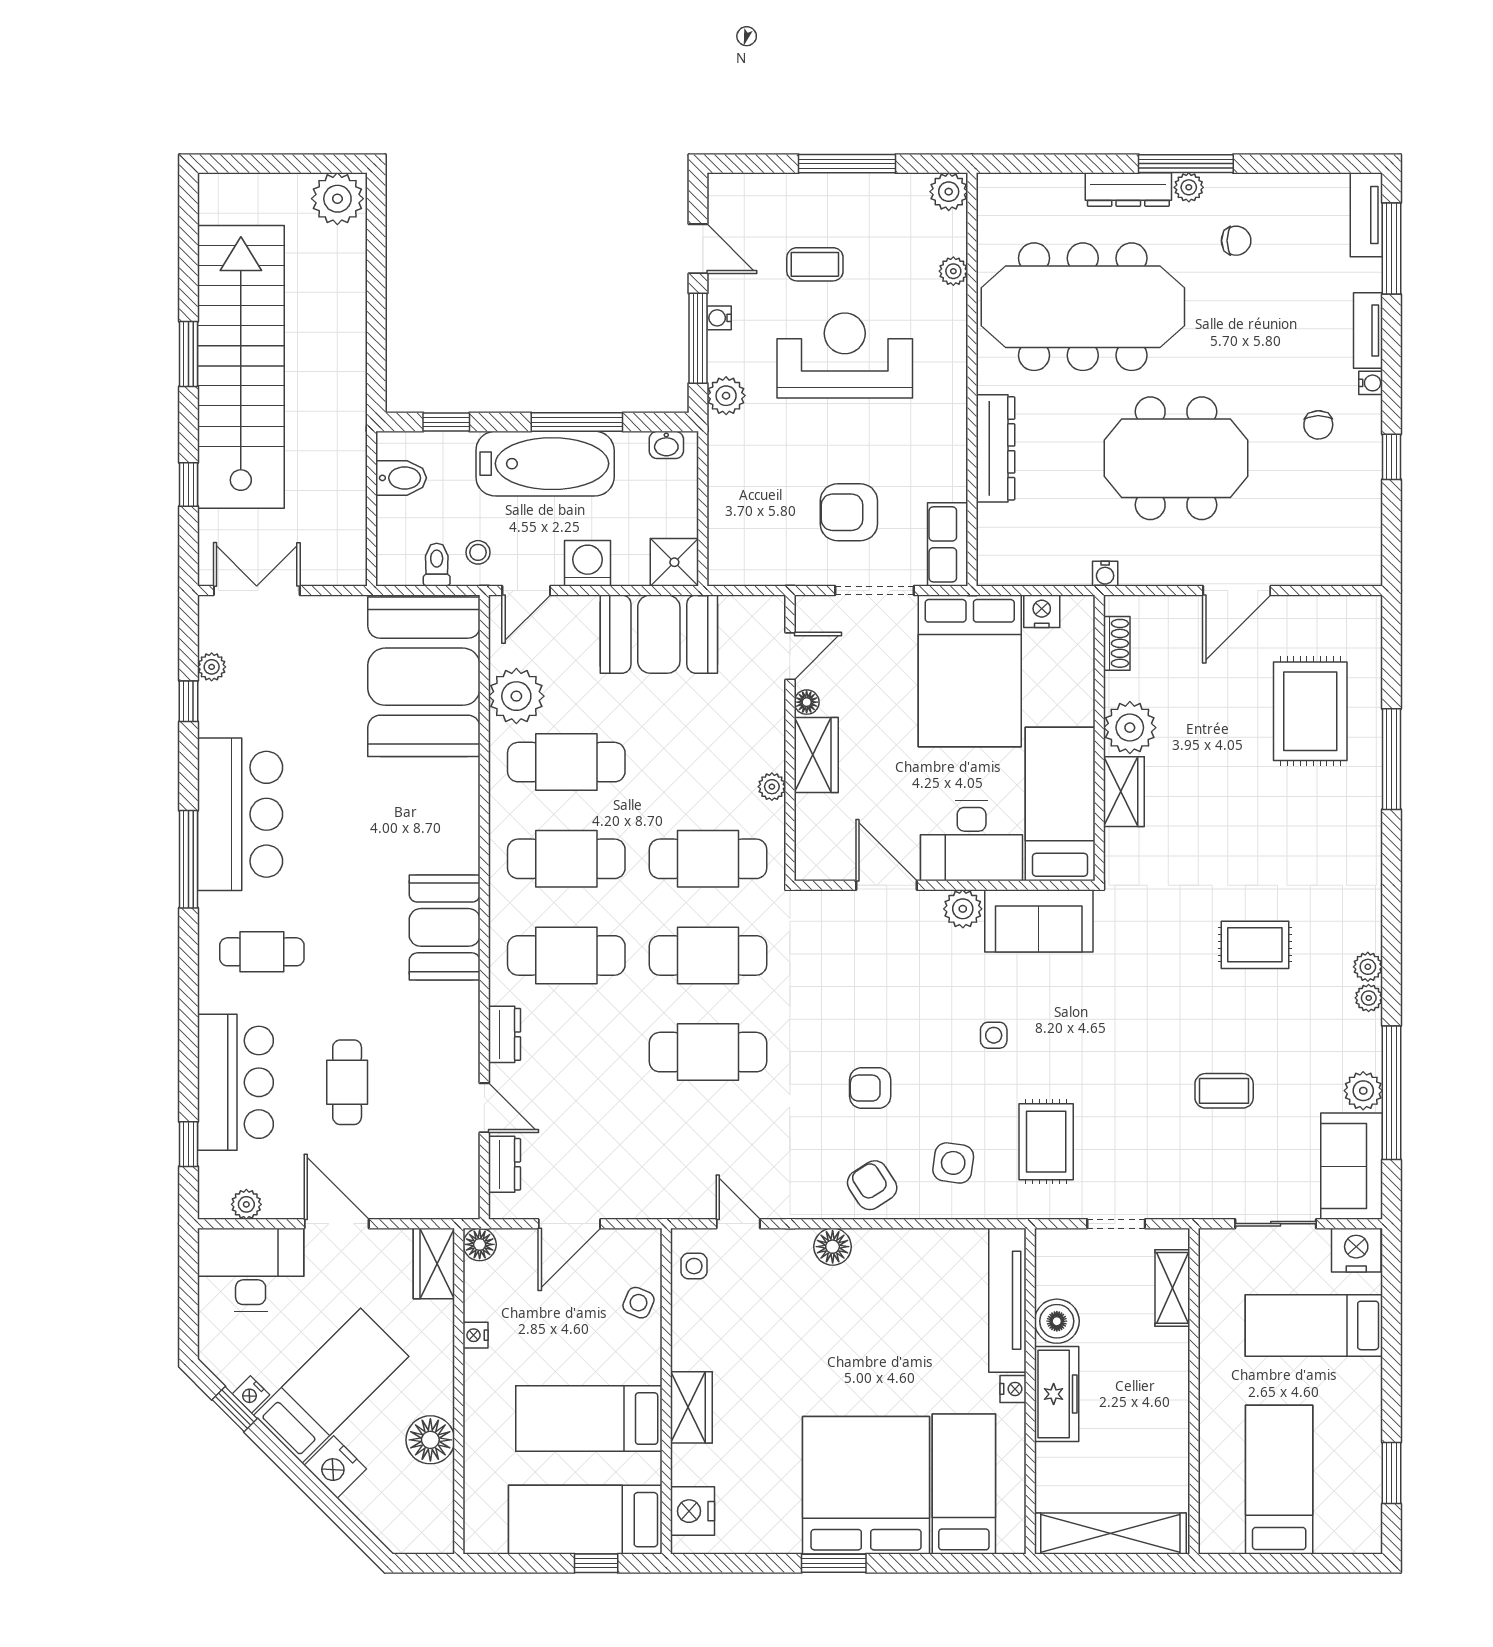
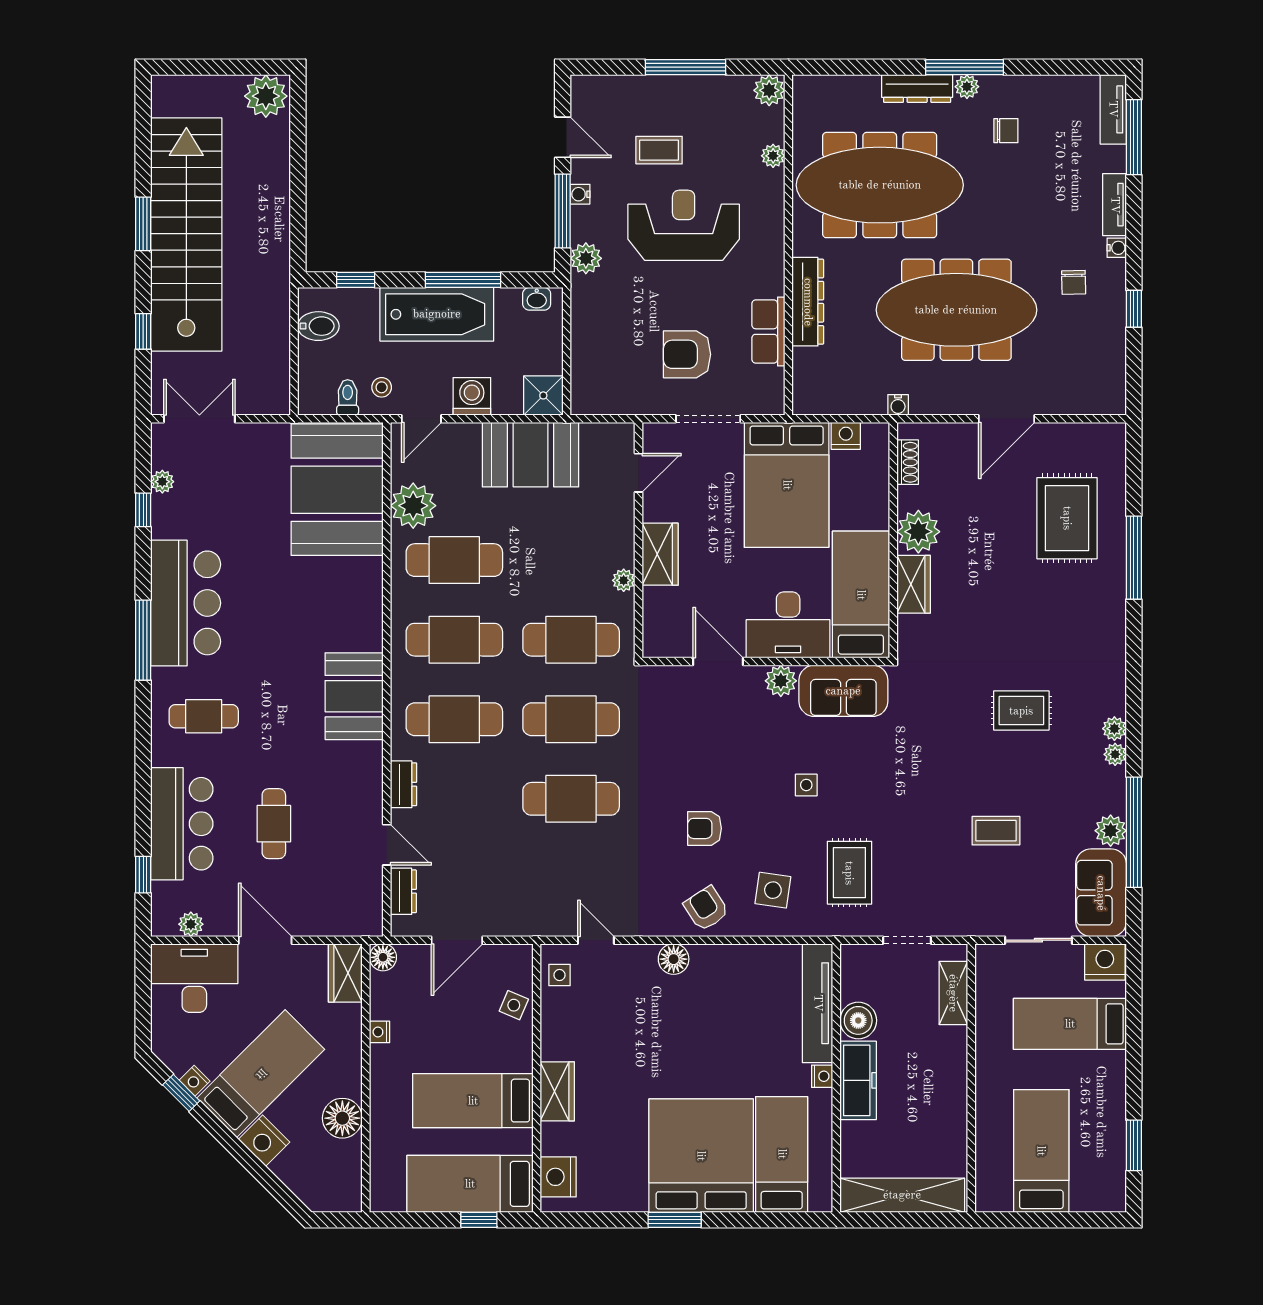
meeting table: (1176, 458) -> (956, 310), width x1.36
row of seats: (948, 544) -> (768, 332), moved
floor lamp: (807, 702) -> (652, 511), removed

